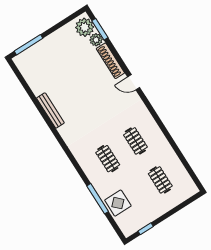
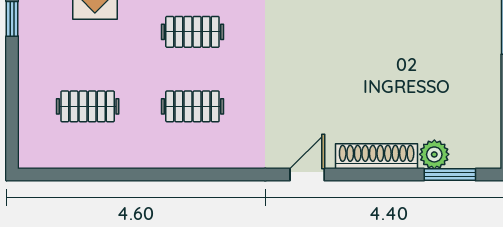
plant: (85, 27) -> (472, 148), removed

